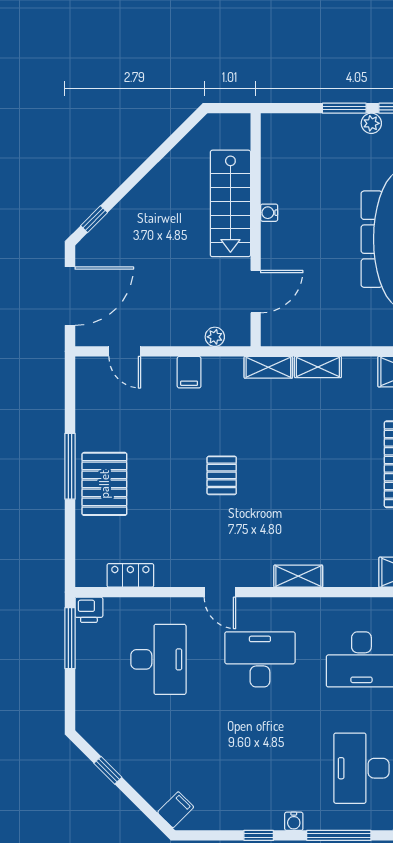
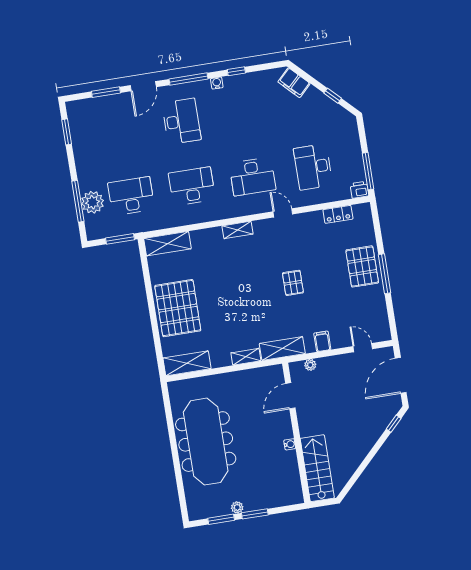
stairs: (230, 203) -> (317, 468), moved
shelving: (268, 367) -> (282, 349), width x1.50, depth x1.33
filing cabinet: (176, 810) -> (294, 83), width x2.00

